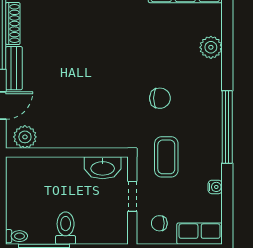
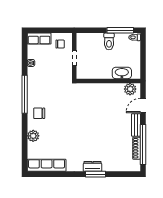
chair: (160, 98) -> (39, 113), moved
coffee table: (166, 157) -> (56, 79), removed
washbasin: (103, 168) -> (122, 73), moved

